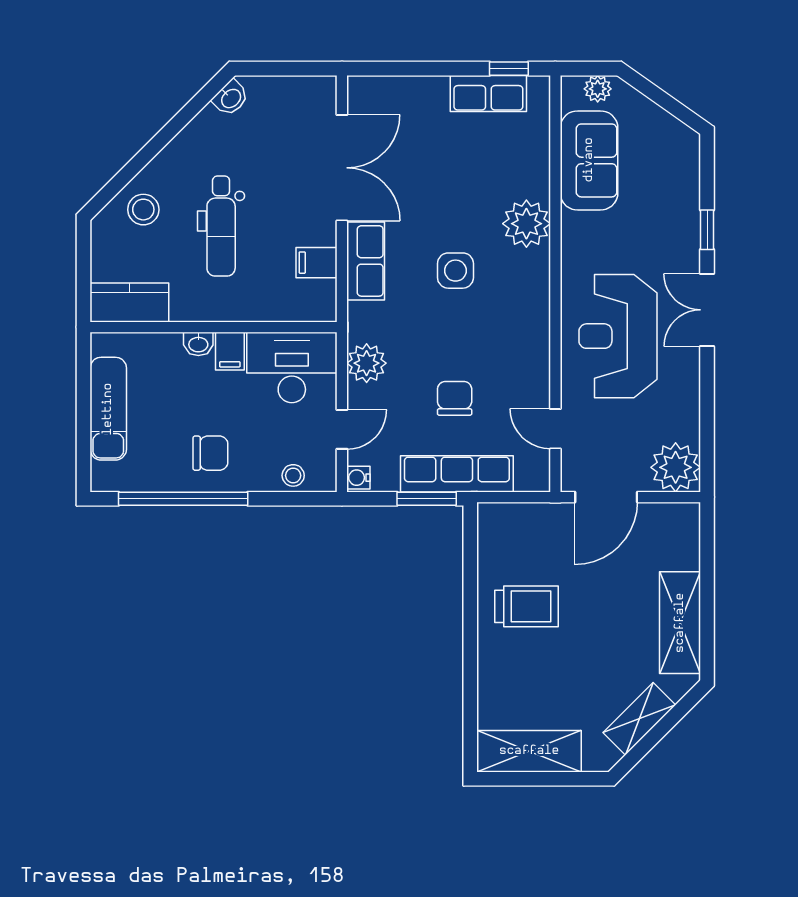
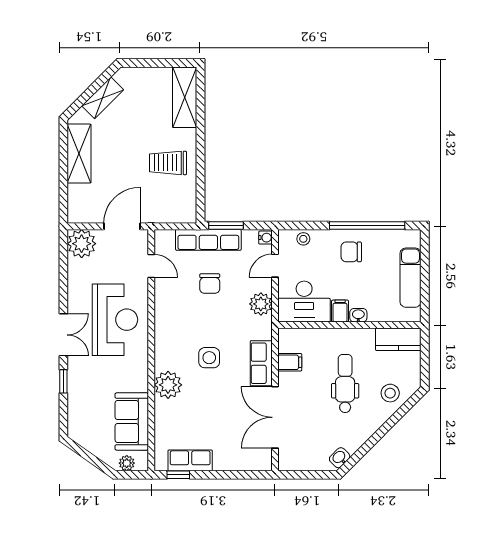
shelving: (529, 751) -> (185, 97), moved, turned 90

